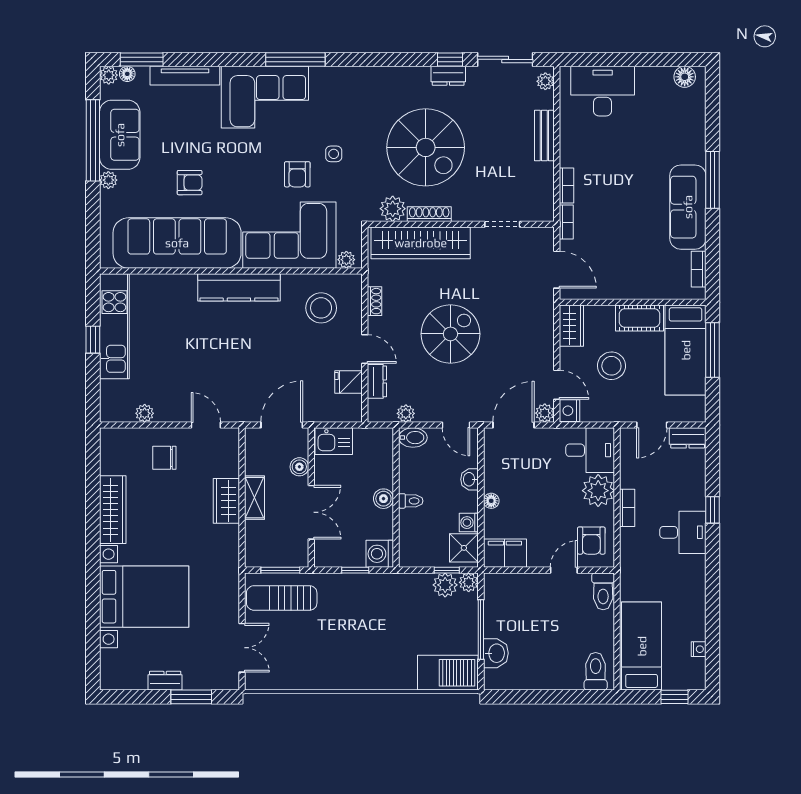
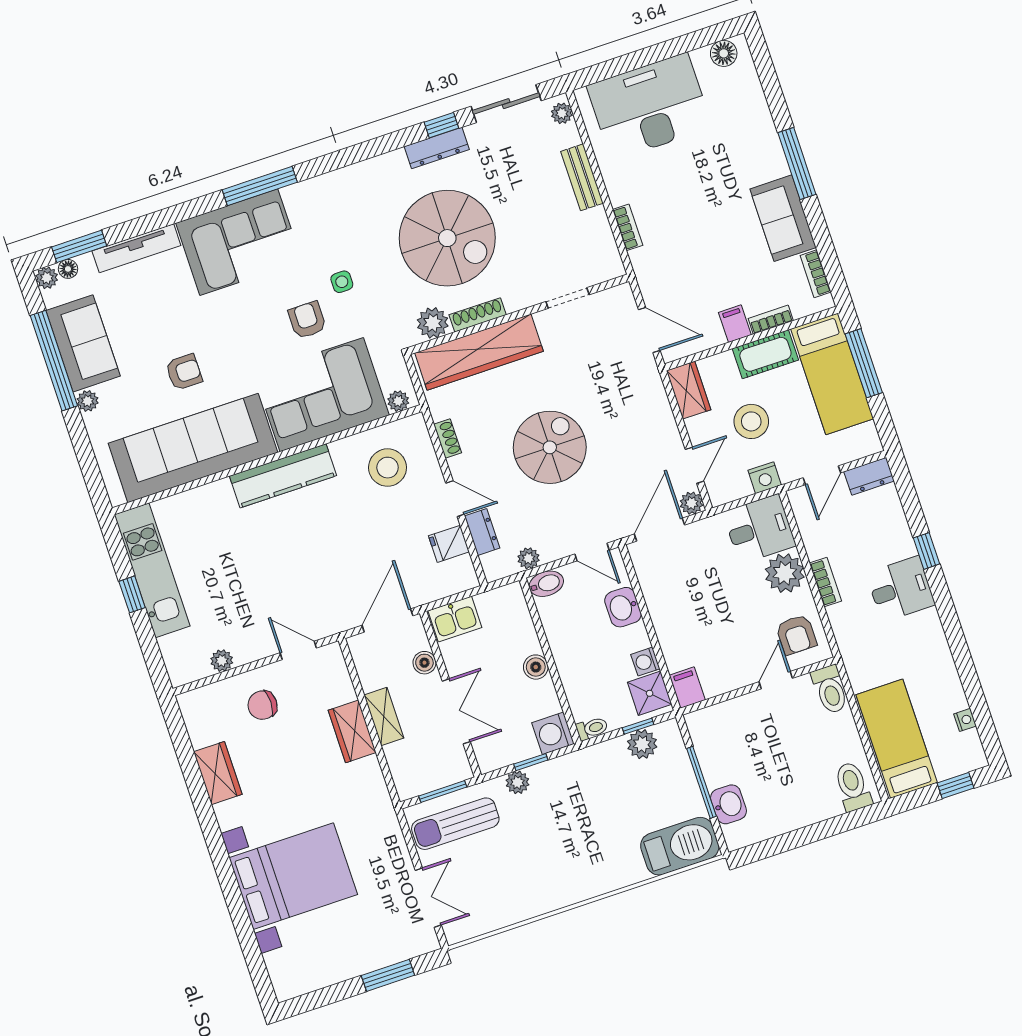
dresser: (448, 76) -> (437, 148), width x1.44
desk: (603, 91) -> (649, 107), width x1.36, depth x1.30
armchair: (297, 174) -> (307, 320), turned 180
sofa: (688, 207) -> (783, 218), width x0.73
bookcase: (566, 222) -> (771, 320), moved, turned -90
filing cabinet: (624, 287) -> (735, 324), added
door: (557, 385) -> (694, 465), hinge flipped
nightstand: (569, 411) -> (765, 478), moved, turned -90
washbasin: (469, 479) -> (623, 607), width x1.38, depth x1.45
toilet: (411, 501) -> (592, 728), moved
floor lamp: (491, 501) -> (663, 627), removed
wardrobe: (113, 510) -> (218, 773), width x0.67
filing cabinet: (505, 553) -> (687, 688), width x0.50
plant: (469, 582) -> (518, 782), moved
dresser: (165, 681) -> (351, 967), removed

